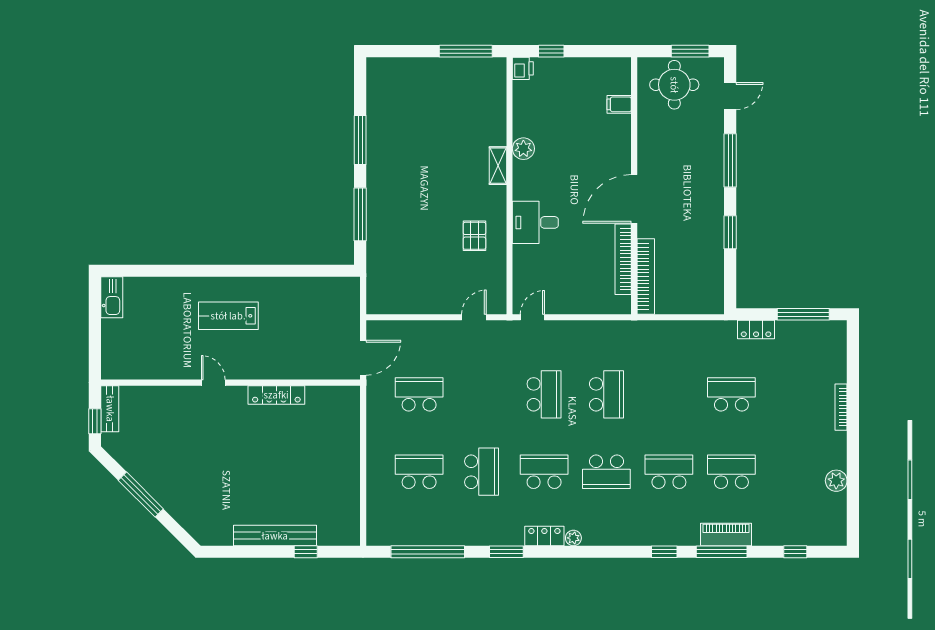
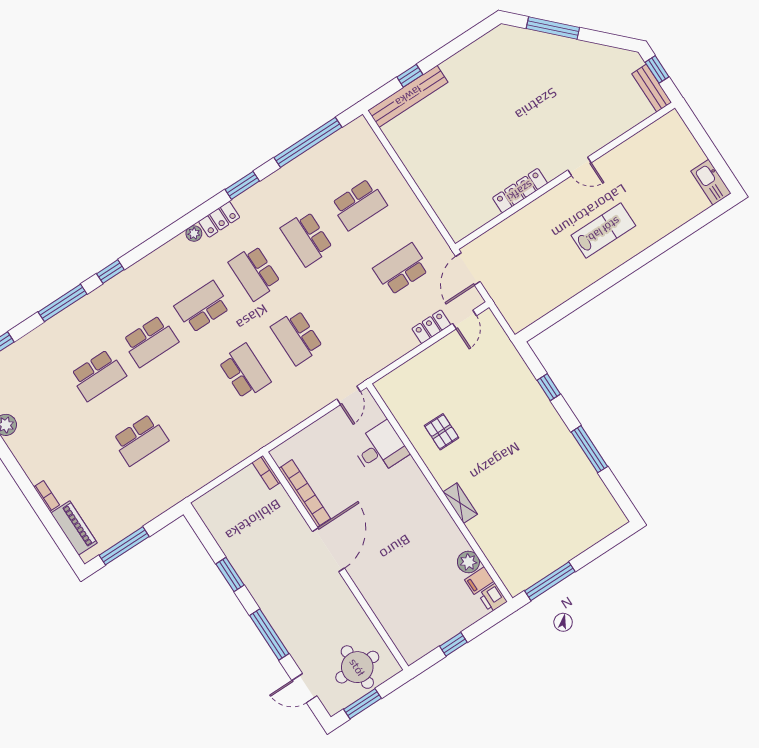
window: (551, 51) -> (453, 644), moved
door: (730, 96) -> (304, 688), hinge flipped
filing cabinet: (619, 104) -> (479, 581), moved, turned 180
plant: (523, 149) -> (468, 562), moved
window: (360, 214) -> (549, 387), width x0.46
desk: (535, 222) -> (380, 449), moved
bookcase: (646, 276) -> (266, 472), width x0.43, depth x0.76
door: (474, 317) -> (465, 320), moved
locker: (756, 330) -> (431, 327), moved
school desk: (419, 394) -> (401, 269), turned 180
school desk: (606, 394) -> (245, 371), turned 180
bookcase: (841, 407) -> (47, 496), width x0.64
school desk: (544, 472) -> (255, 273), turned 90
window: (141, 495) -> (553, 28), moved
piano: (726, 534) -> (74, 528), moved, turned -90
bench: (275, 536) -> (408, 96), moved

